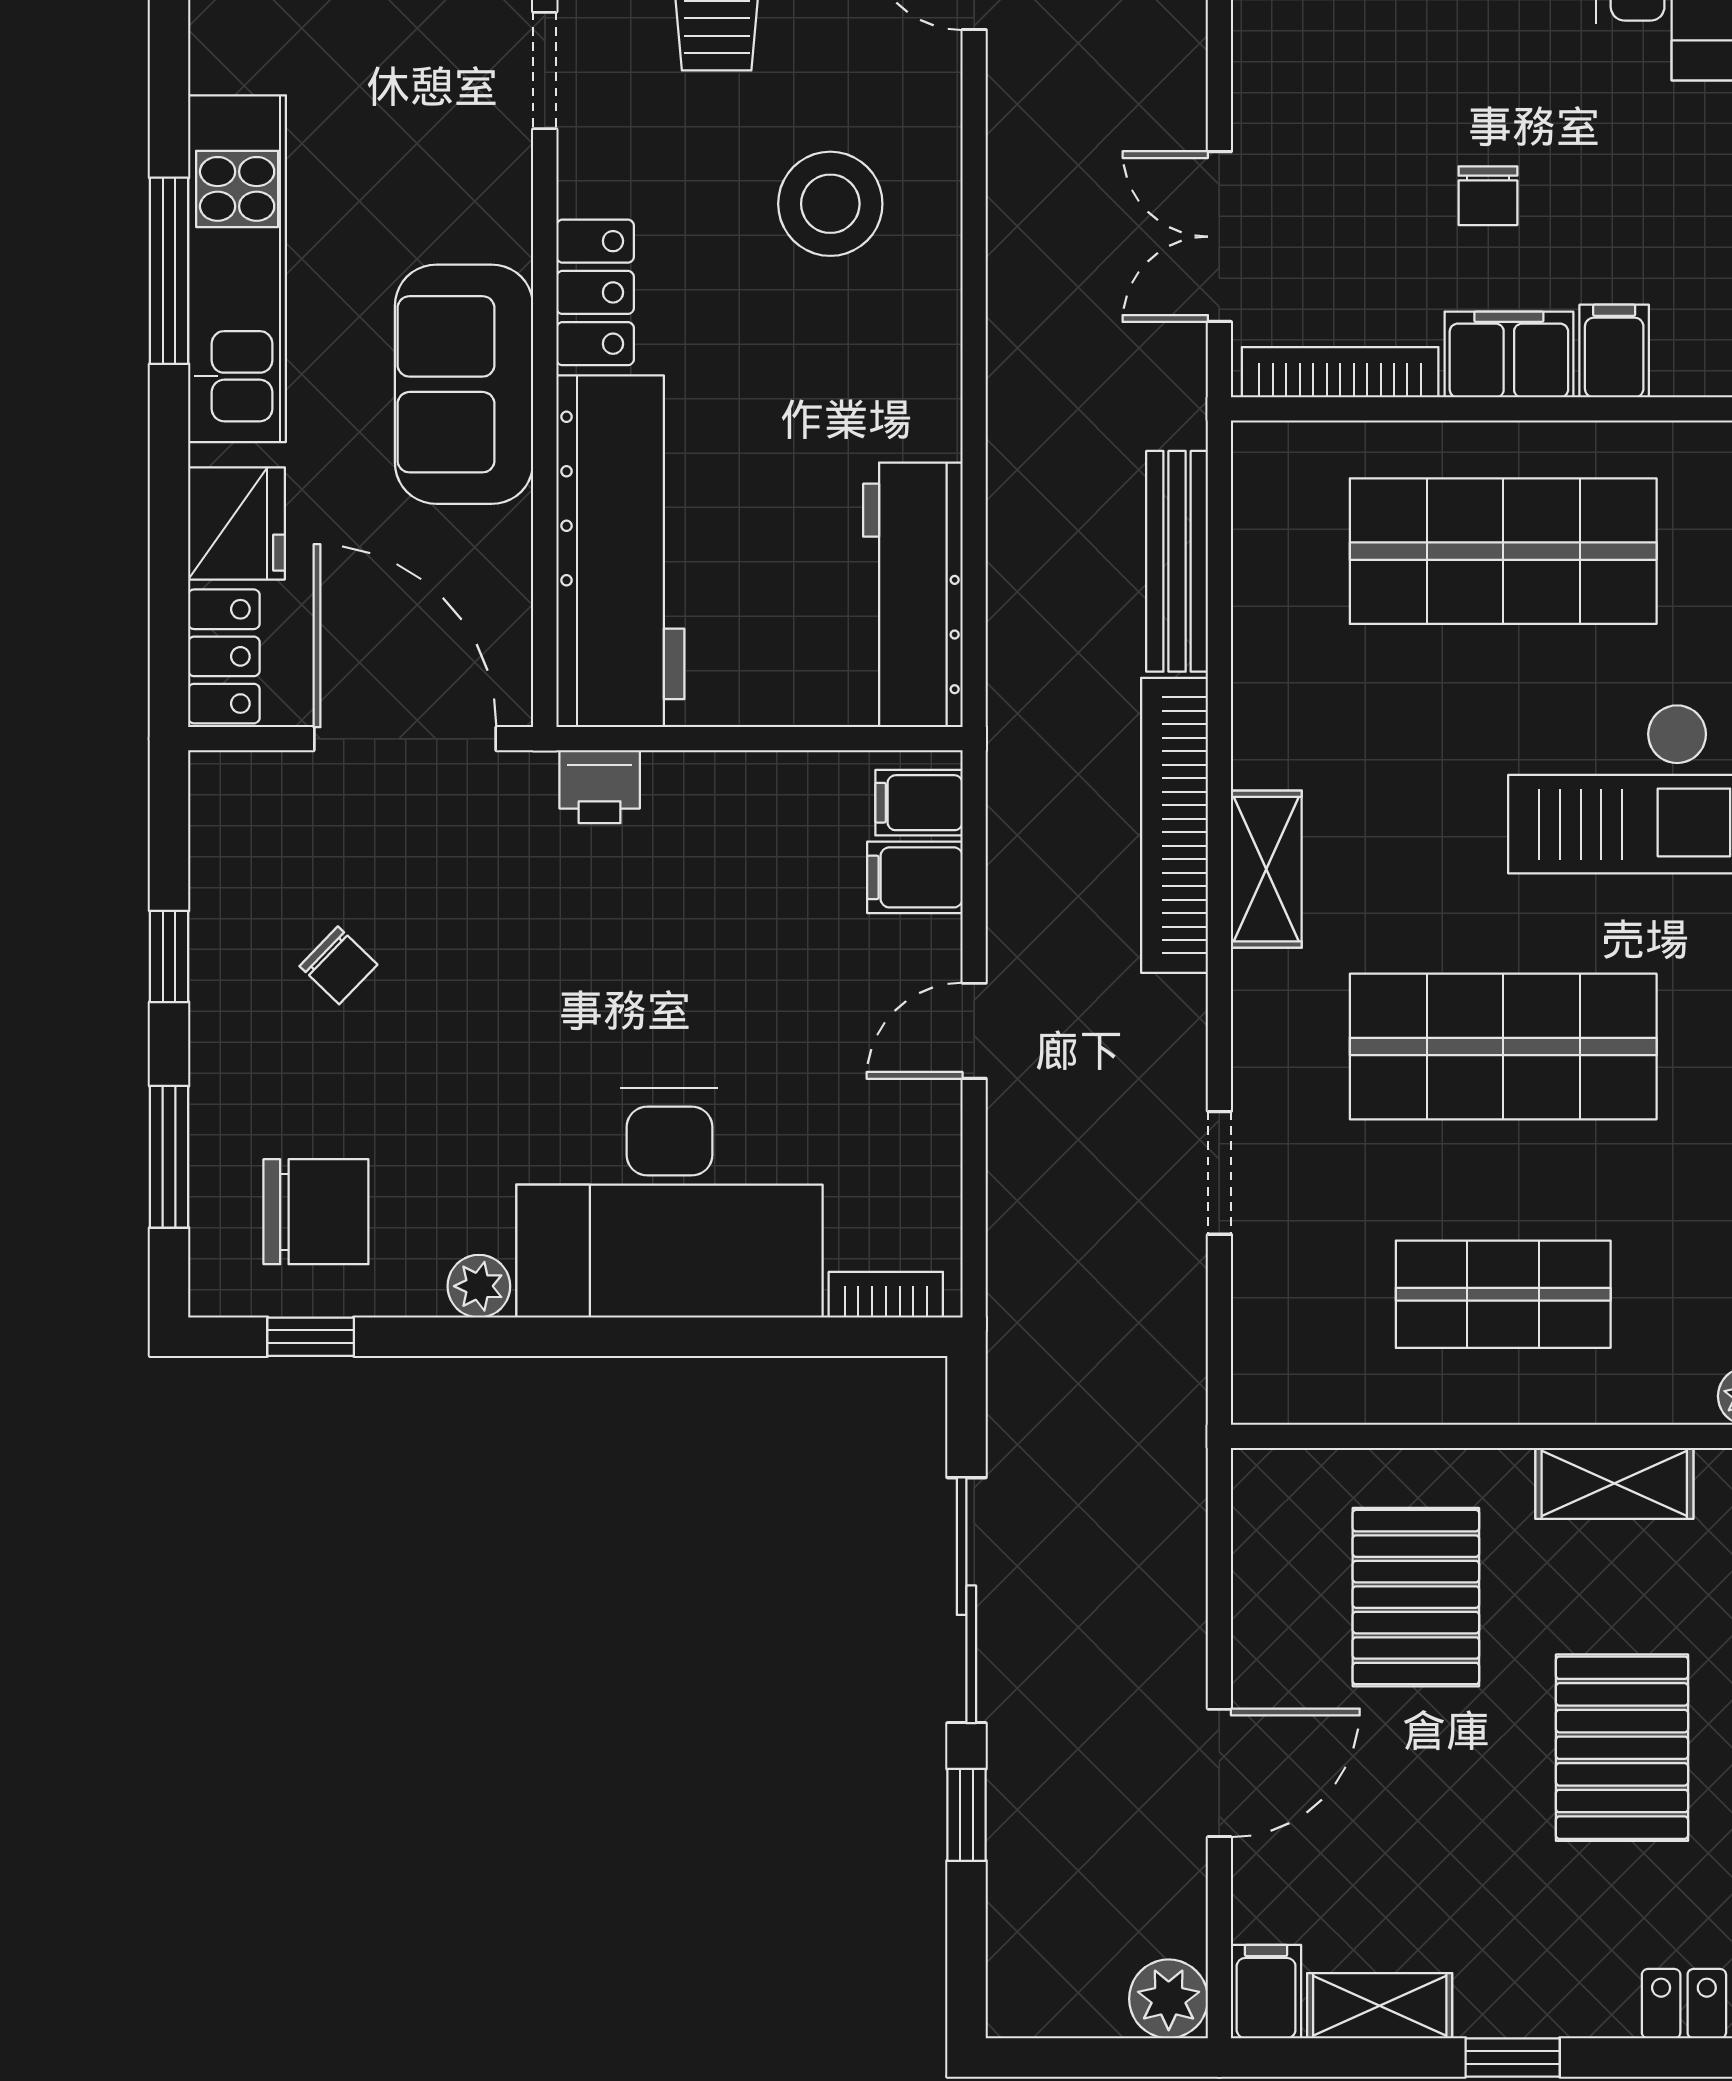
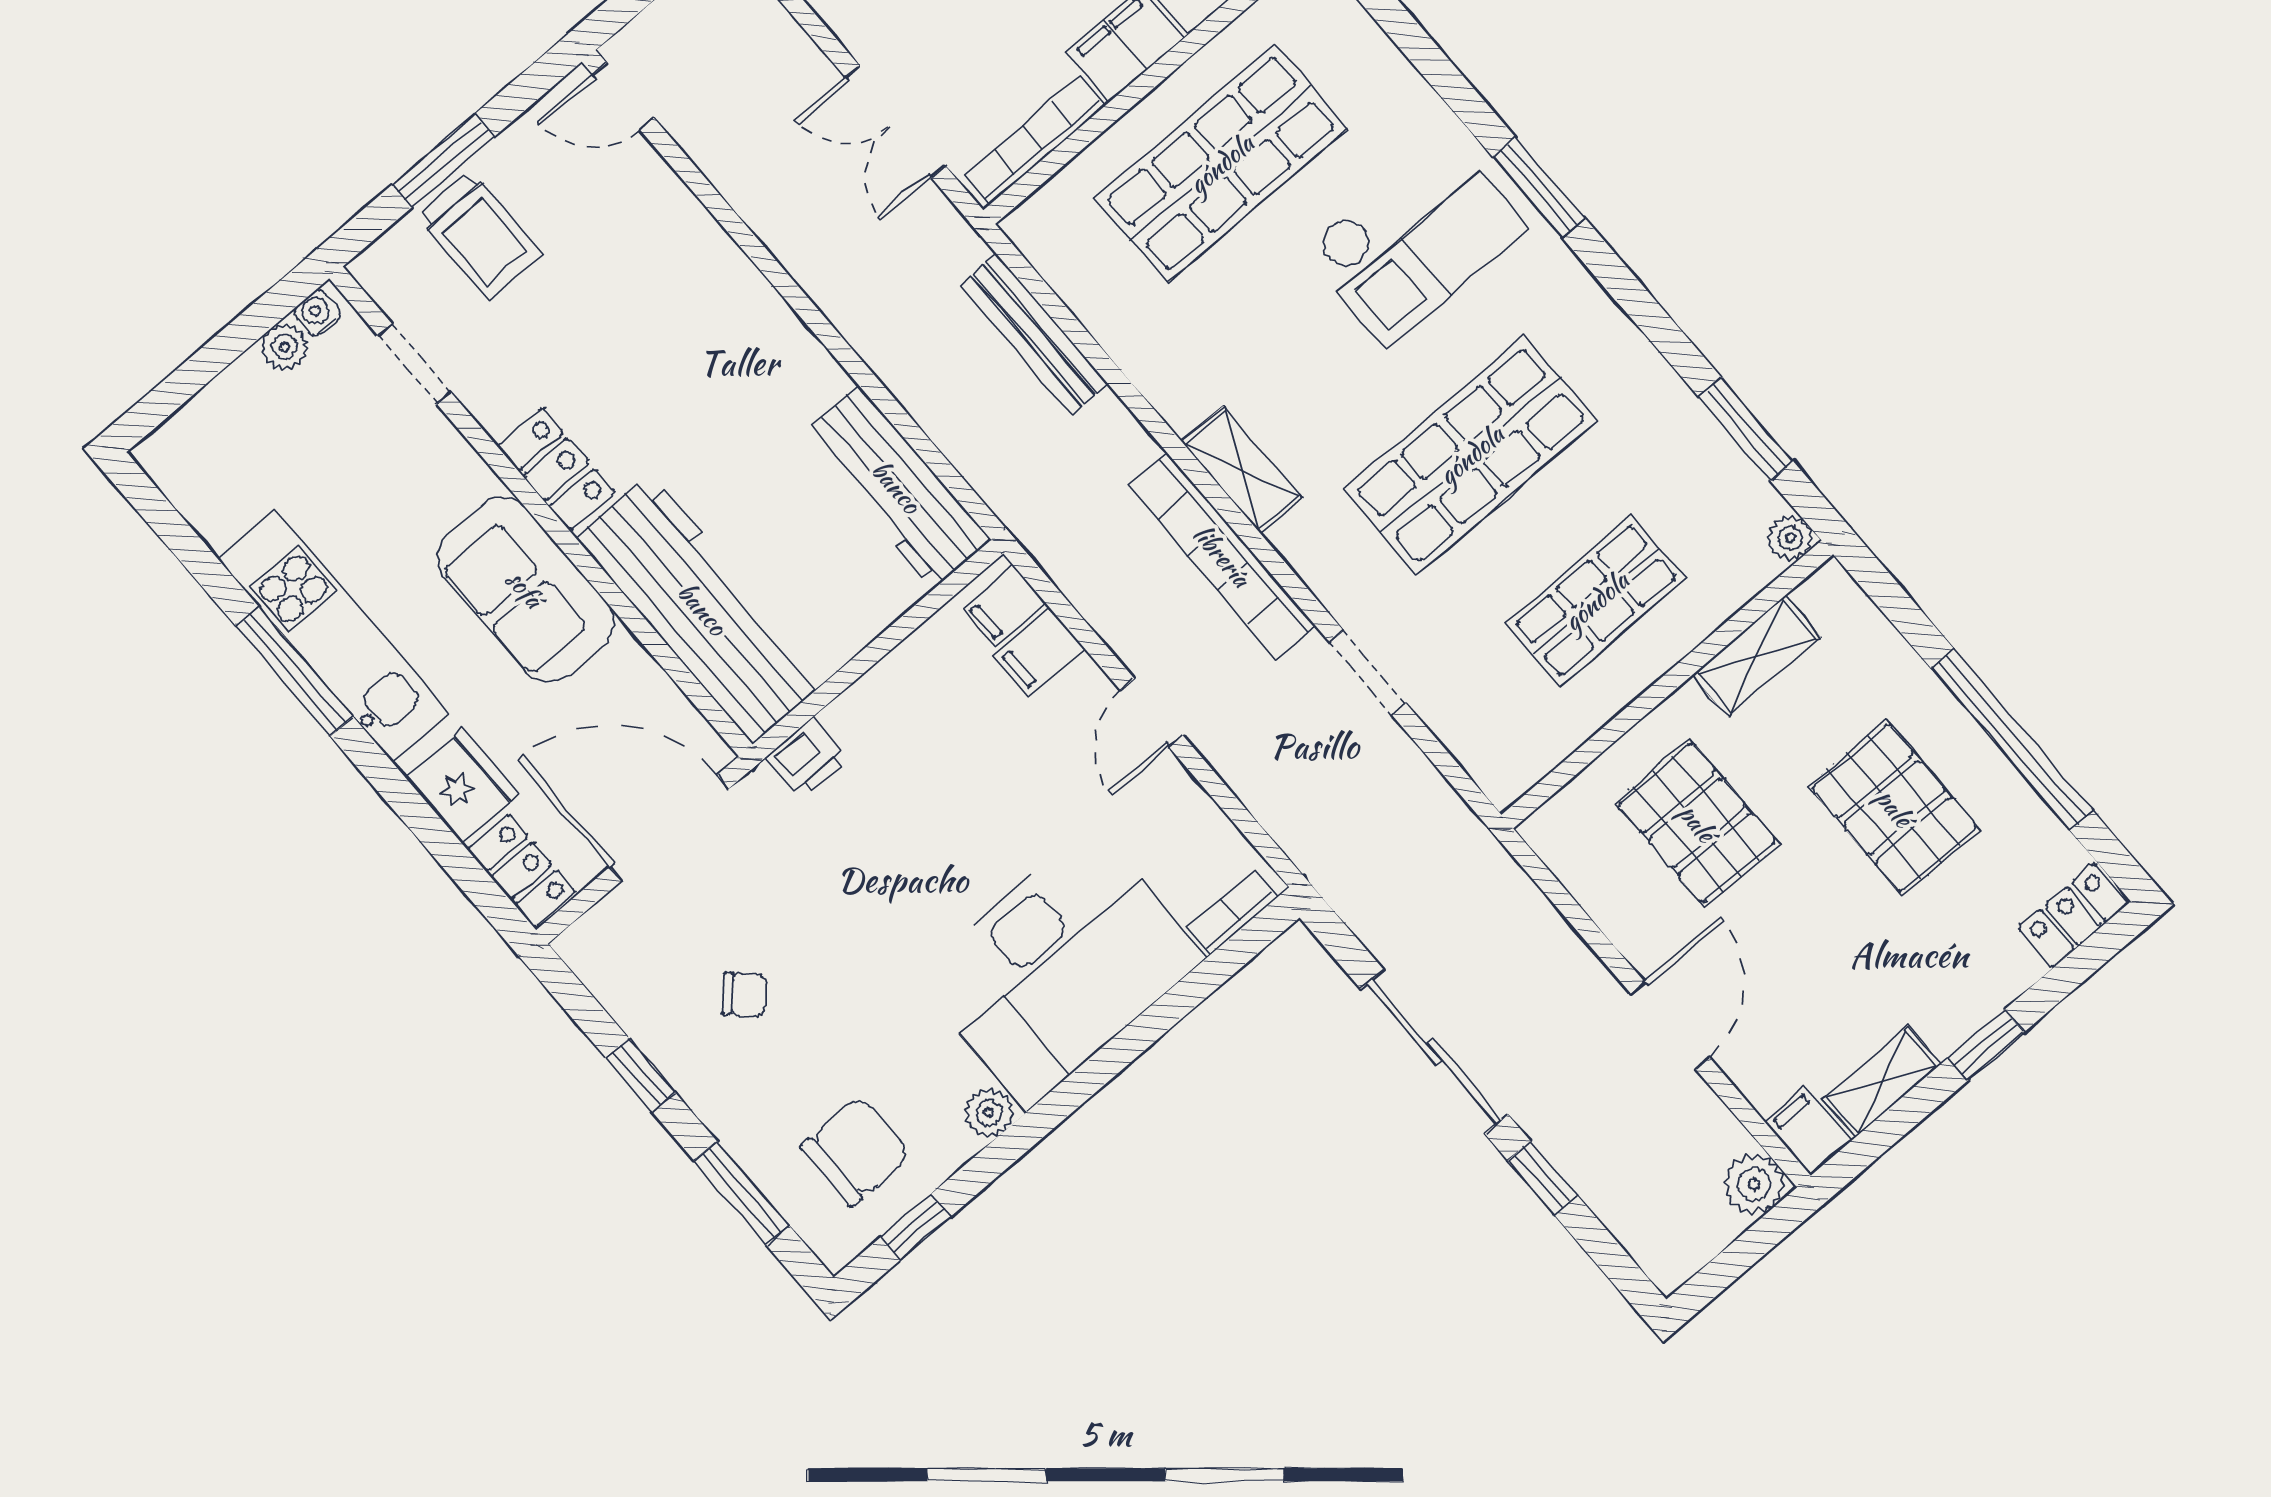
stool: (830, 204) -> (650, 299), removed
bookcase: (1174, 825) -> (1222, 556), moved

